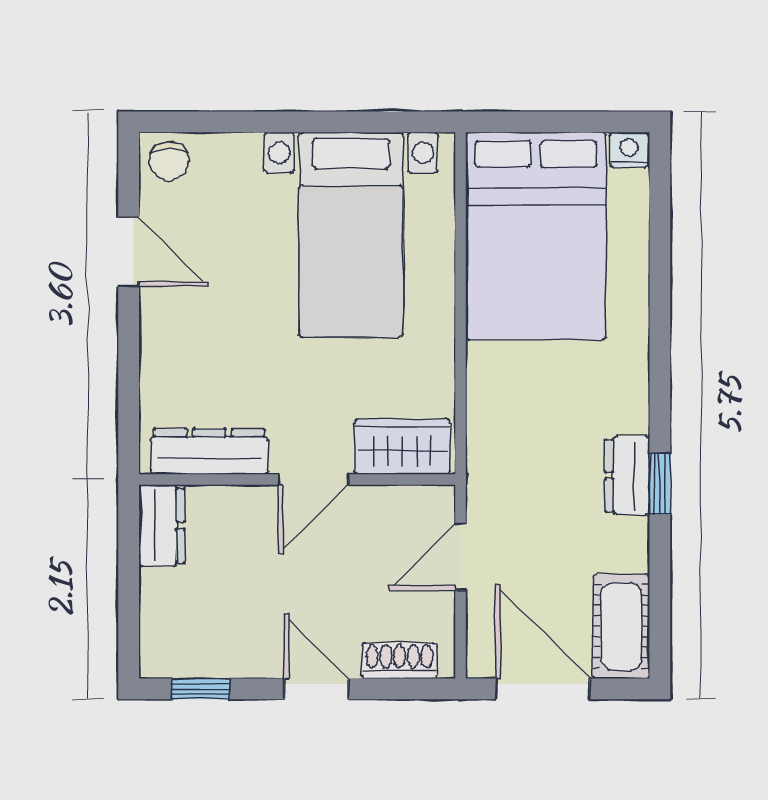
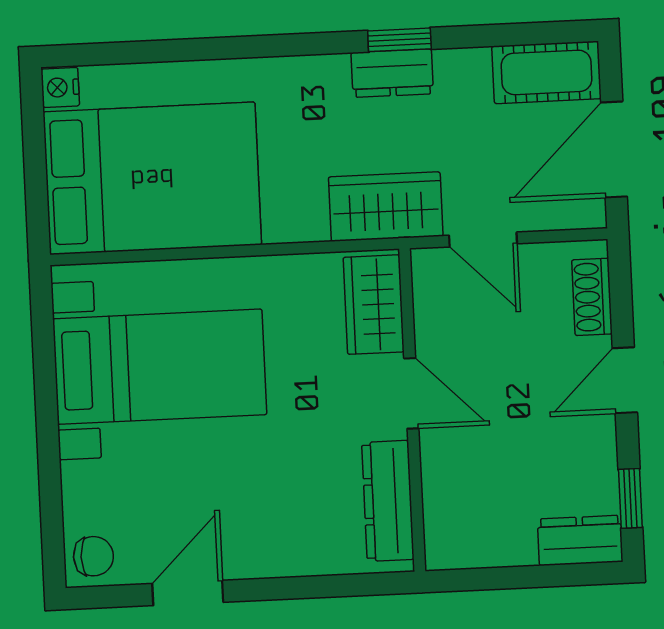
wardrobe: (497, 463) -> (386, 207), added
dresser: (162, 525) -> (580, 540), moved

